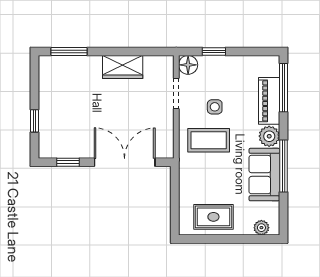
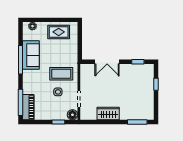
piano: (269, 101) -> (28, 107), moved
plant: (269, 136) -> (28, 76), removed
double door: (125, 162) -> (107, 62), width x0.73

